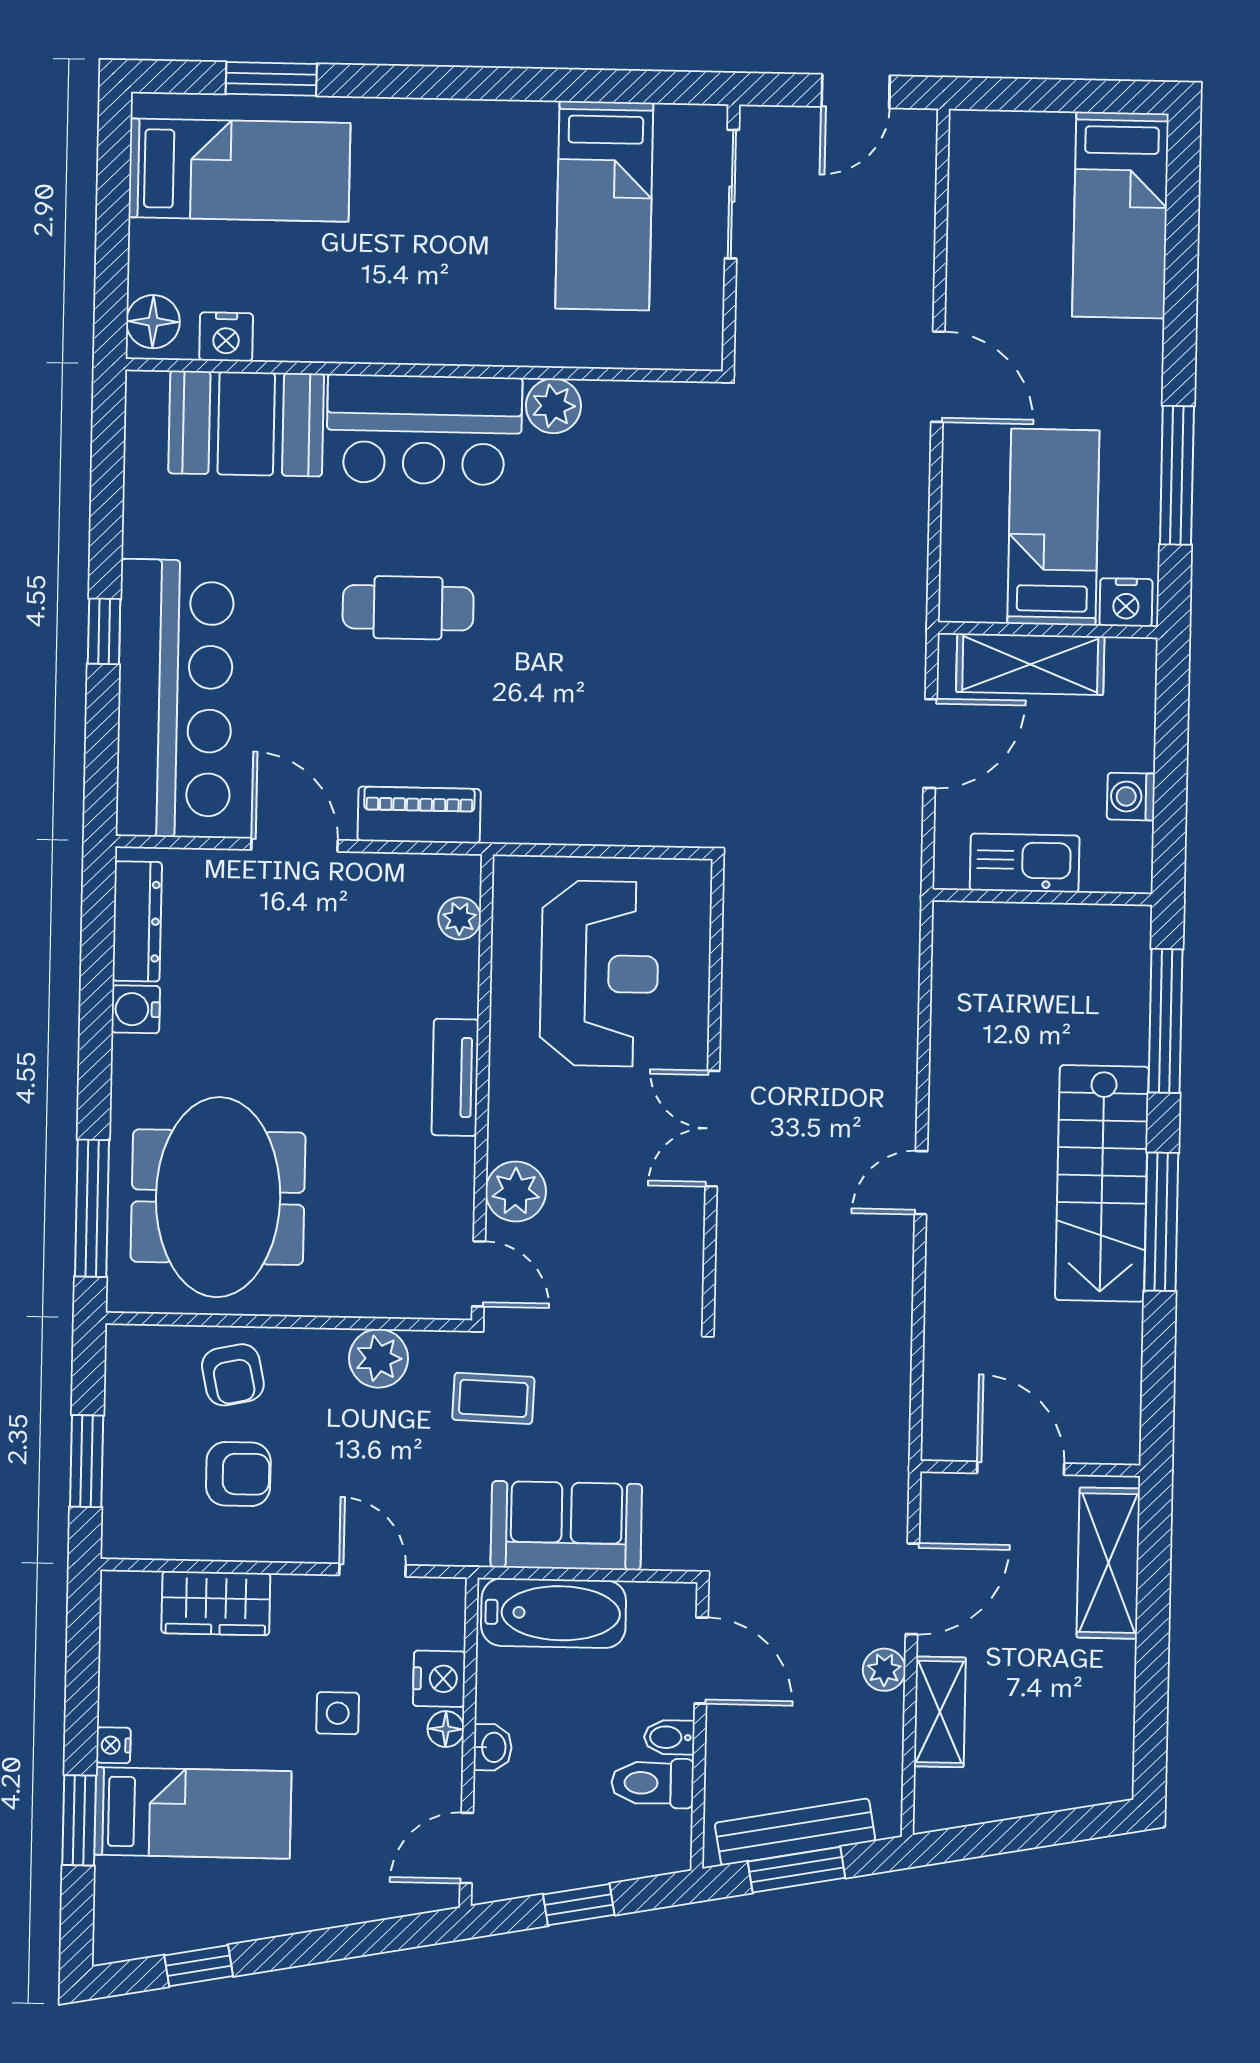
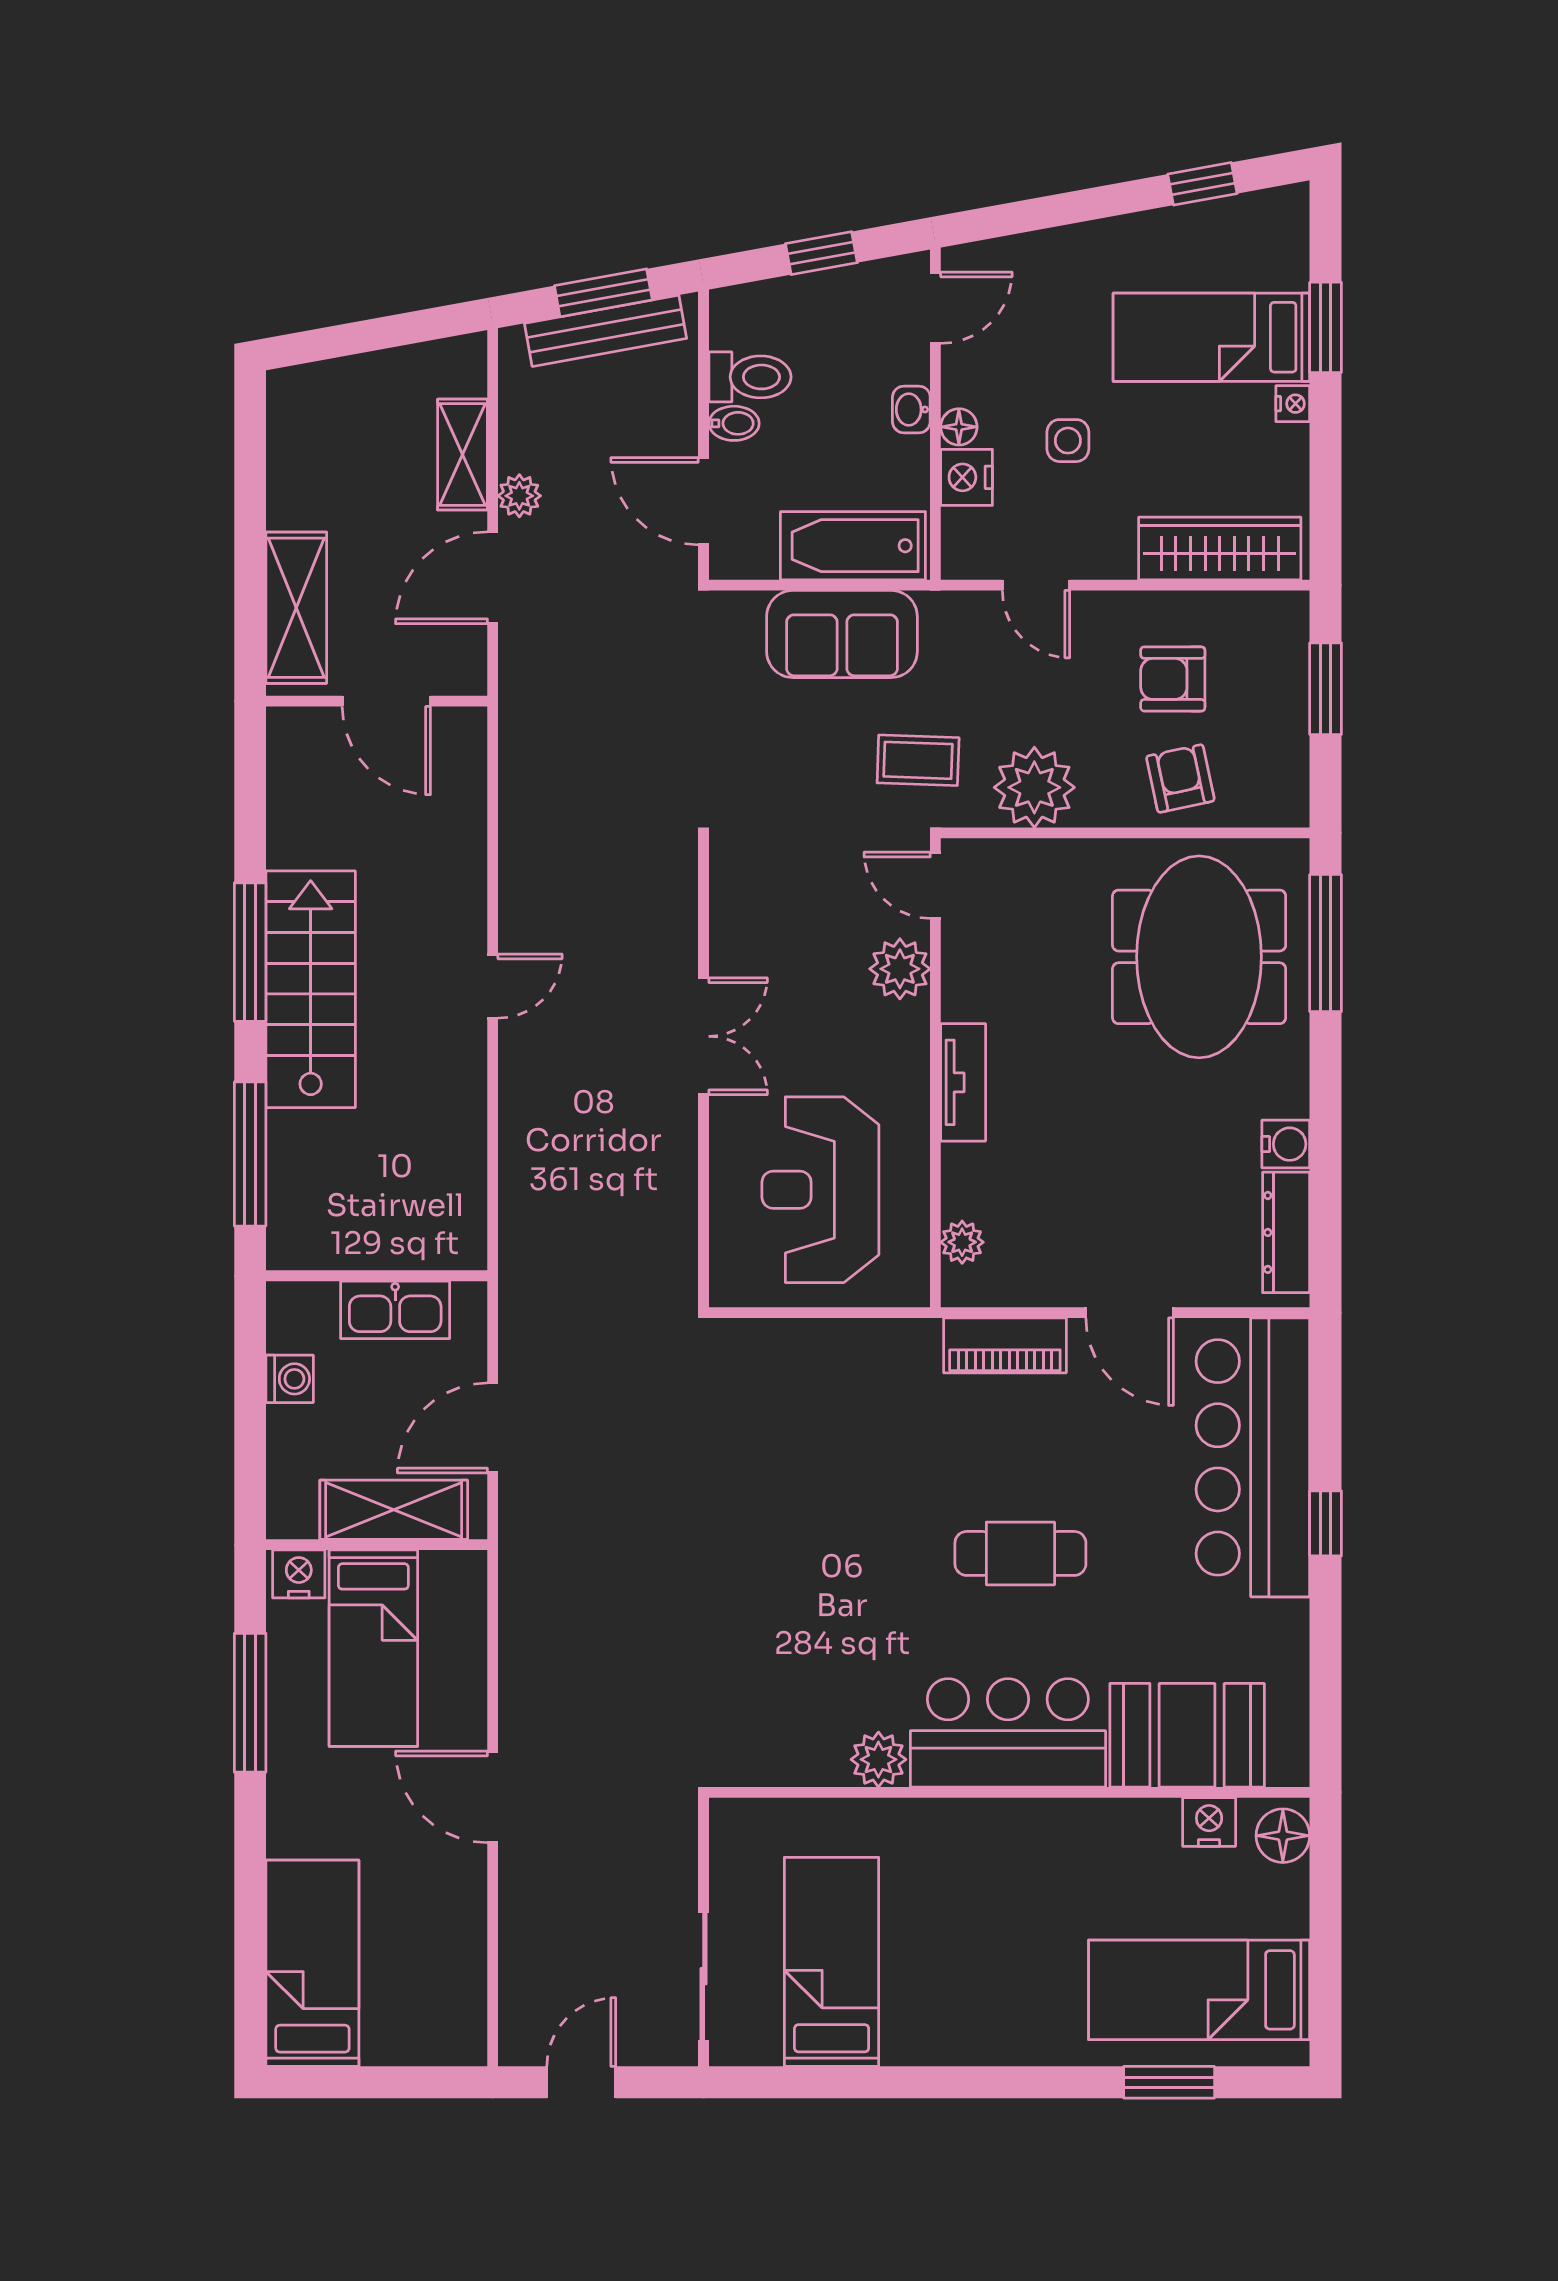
plant: (378, 1358) -> (1034, 787), width x1.36, depth x1.36
wardrobe: (216, 1603) -> (1220, 549), width x1.50

